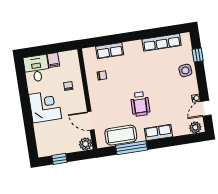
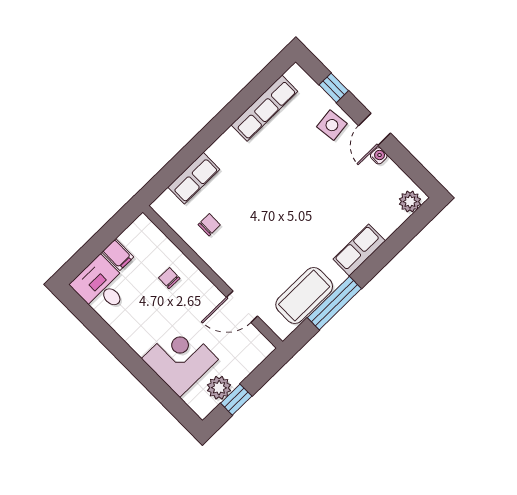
wheelchair: (140, 104) -> (299, 226), removed
corner desk: (45, 107) -> (180, 359), moved
door: (206, 108) -> (374, 129), moved
plant: (86, 144) -> (219, 388), moved

